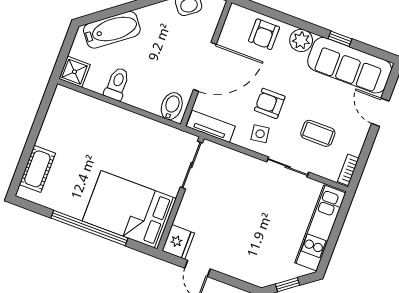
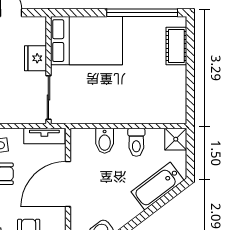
bidet: (172, 106) -> (105, 141), moved
window: (89, 228) -> (142, 13), moved
fridge: (178, 242) -> (35, 58), moved

